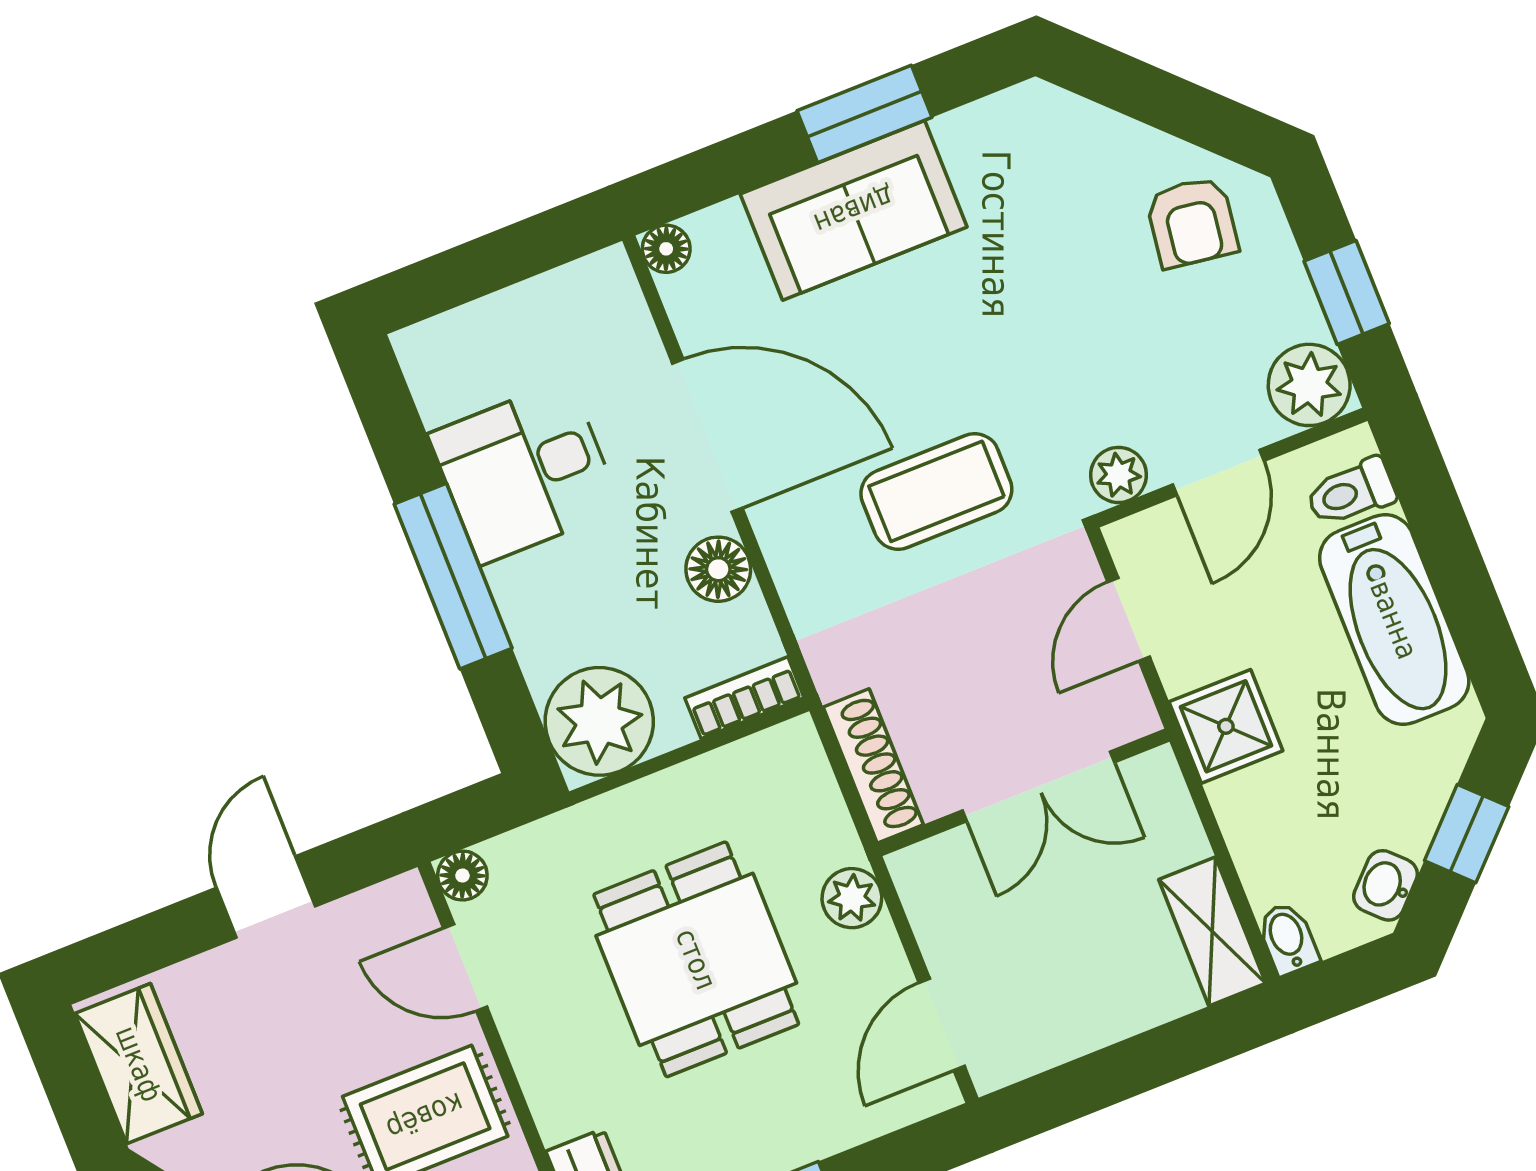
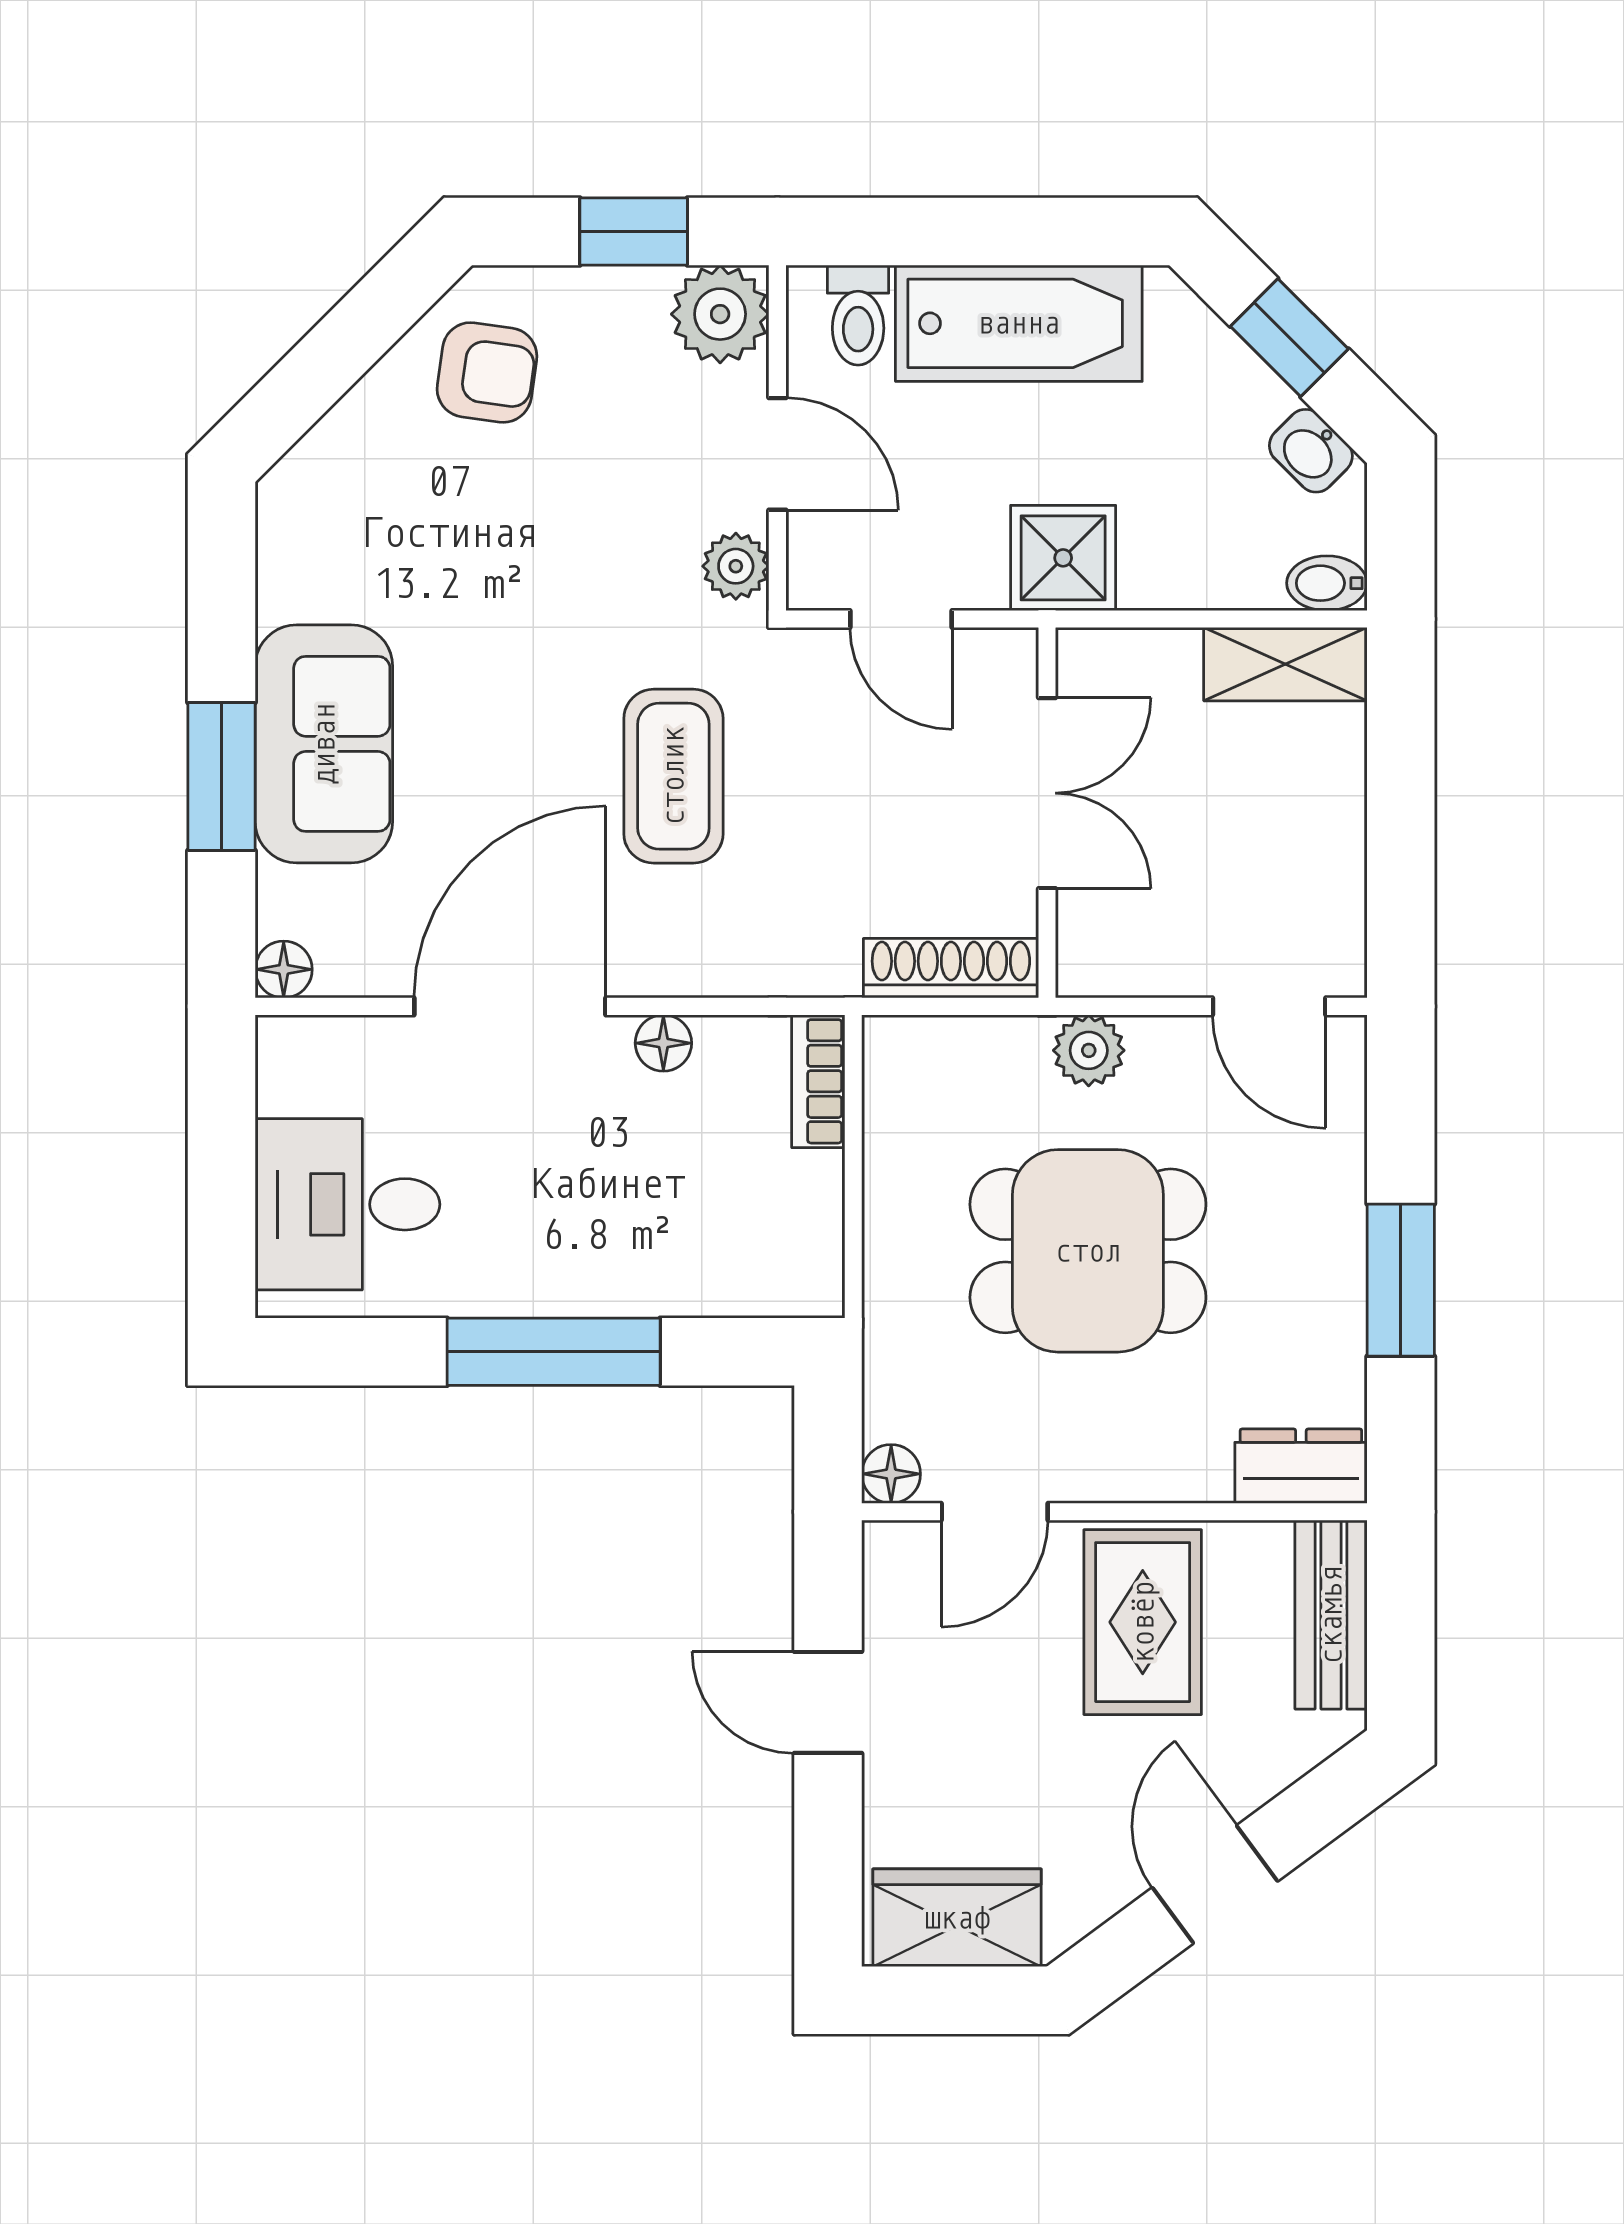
window: (865, 114) -> (221, 776), moved
desk: (525, 472) -> (348, 1204), moved, turned 90
floor lamp: (718, 569) -> (663, 1043), width x0.73, depth x0.73
plant: (599, 721) -> (780, 1253), removed

